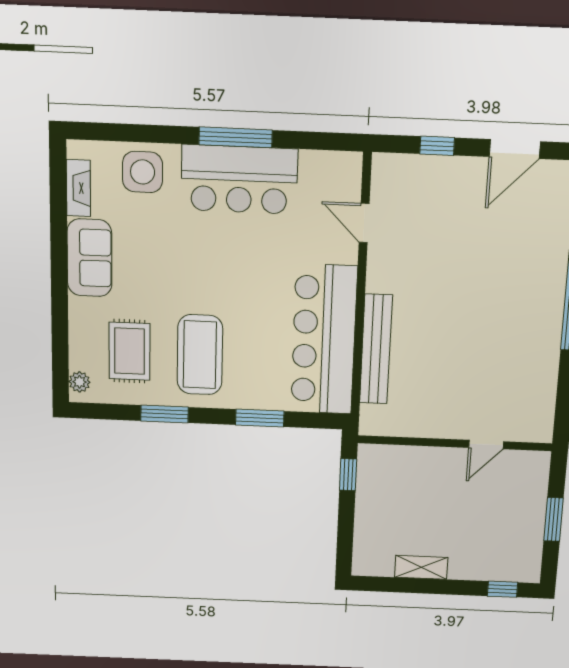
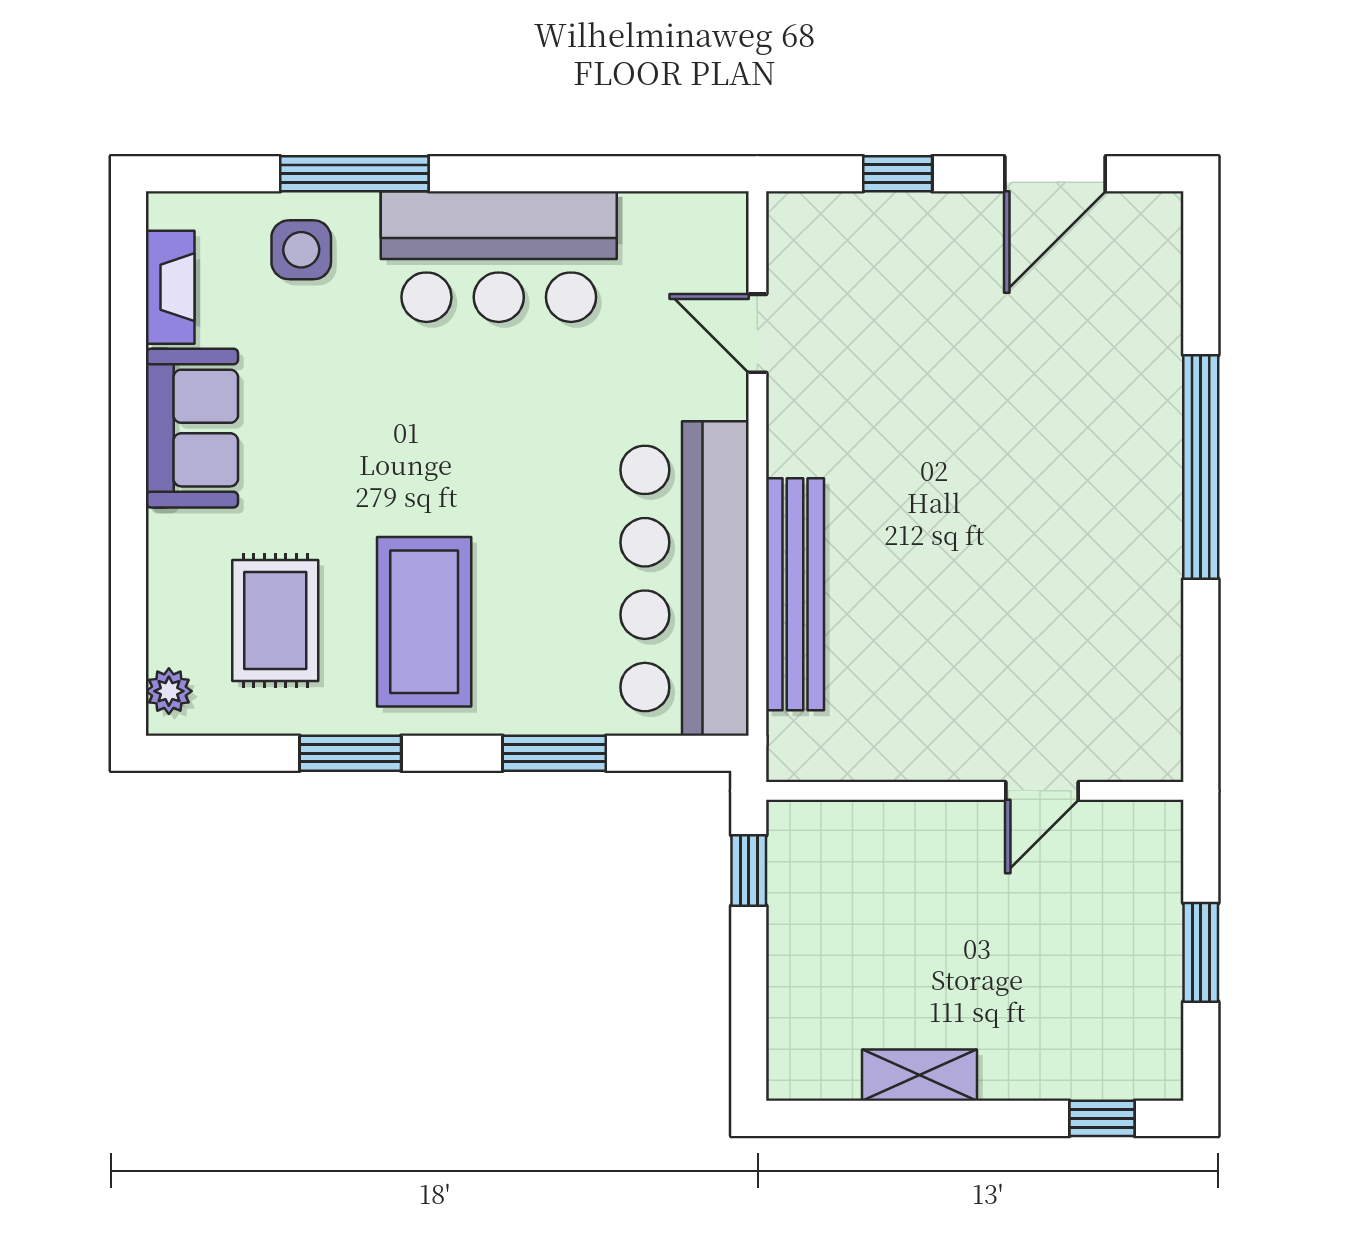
window: (236, 137) -> (354, 174), moved
side table: (143, 172) -> (301, 250), width x0.73, depth x0.73

